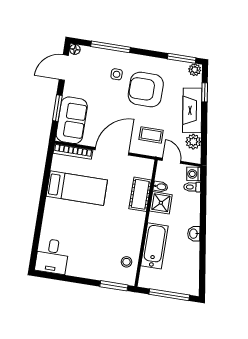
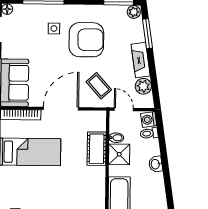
armchair: (146, 89) -> (86, 40), turned 180
window: (205, 92) -> (148, 34), width x1.50
fireplace: (192, 110) -> (141, 60), width x0.73, depth x0.76
coffee table: (151, 135) -> (99, 86), turned 48
washbasin: (194, 234) -> (156, 164), moved

